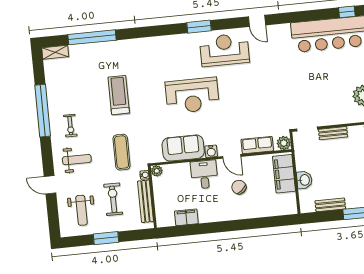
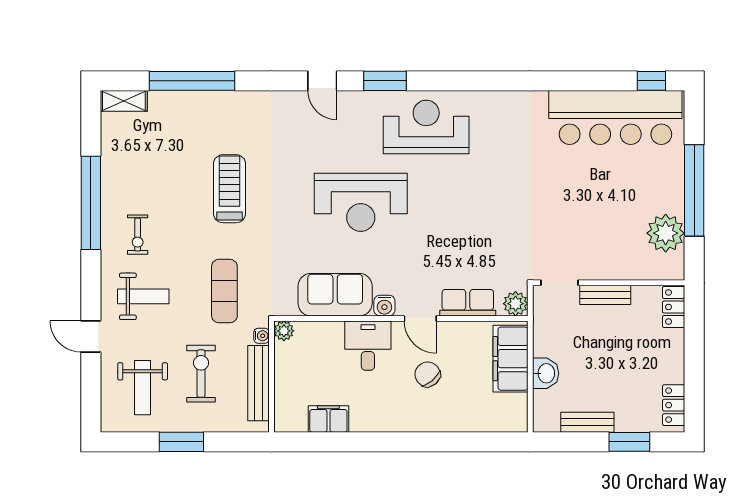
door: (257, 21) -> (322, 81), moved

